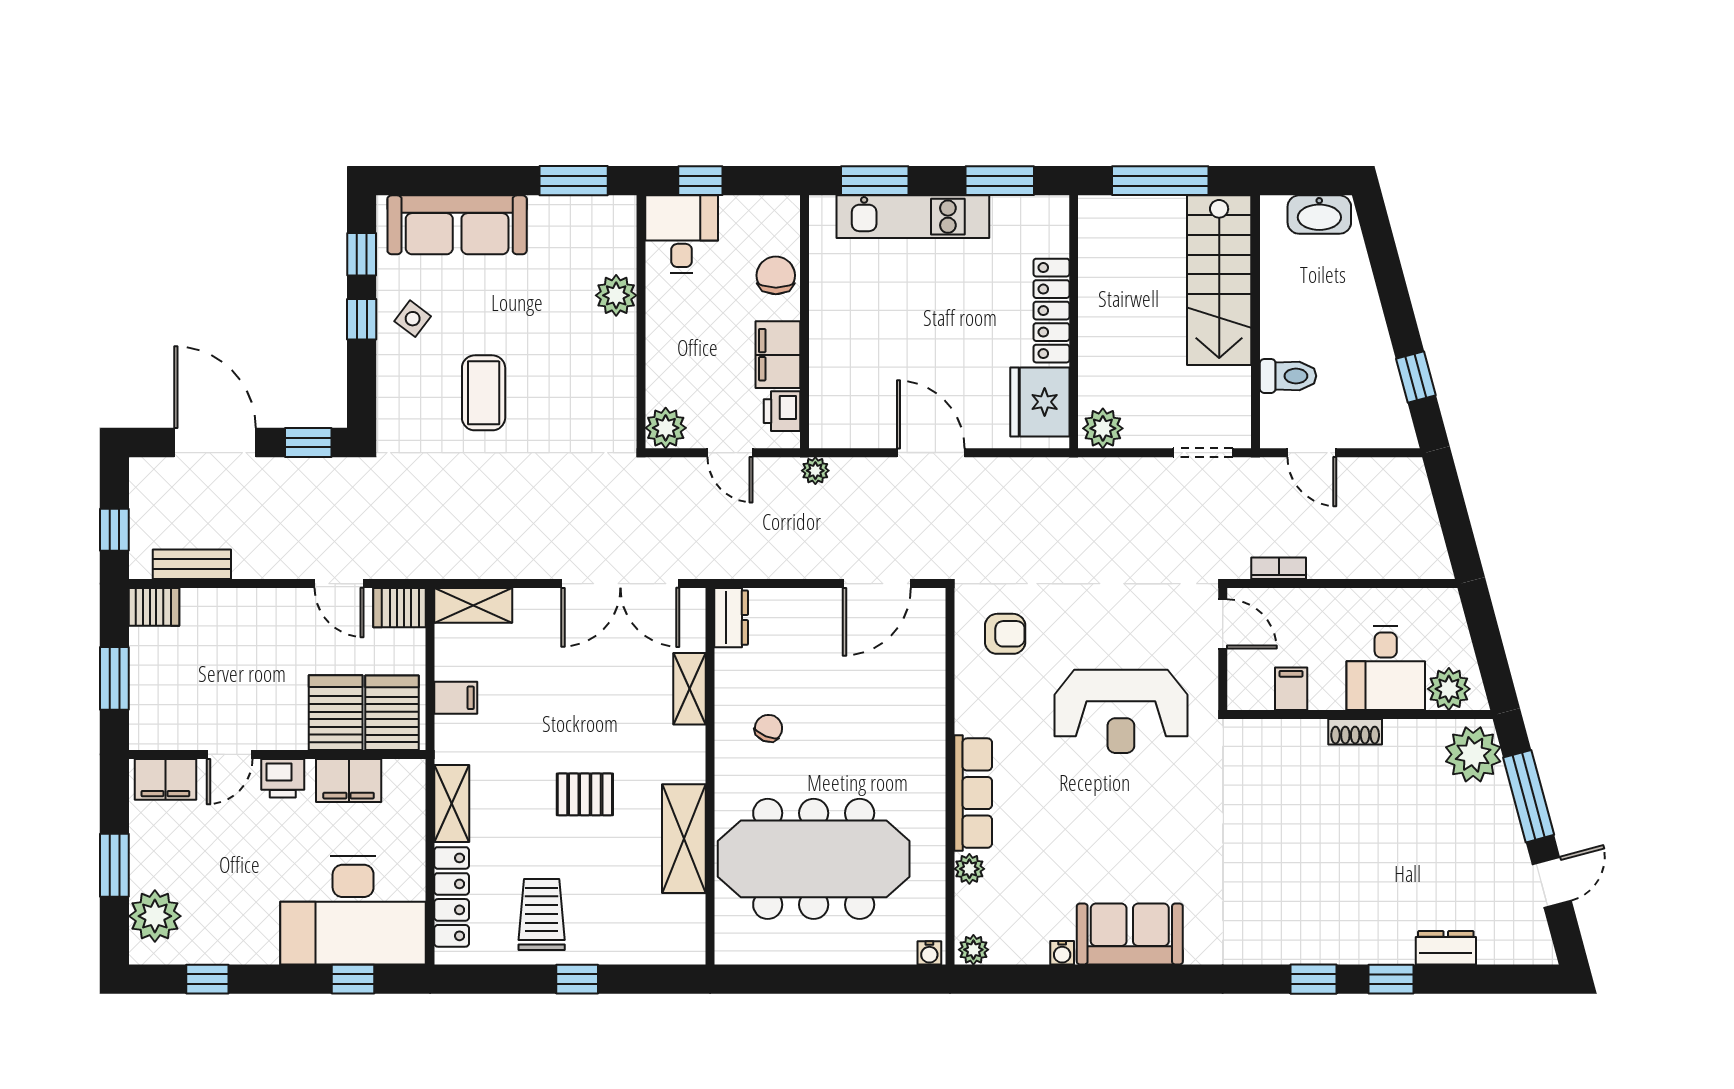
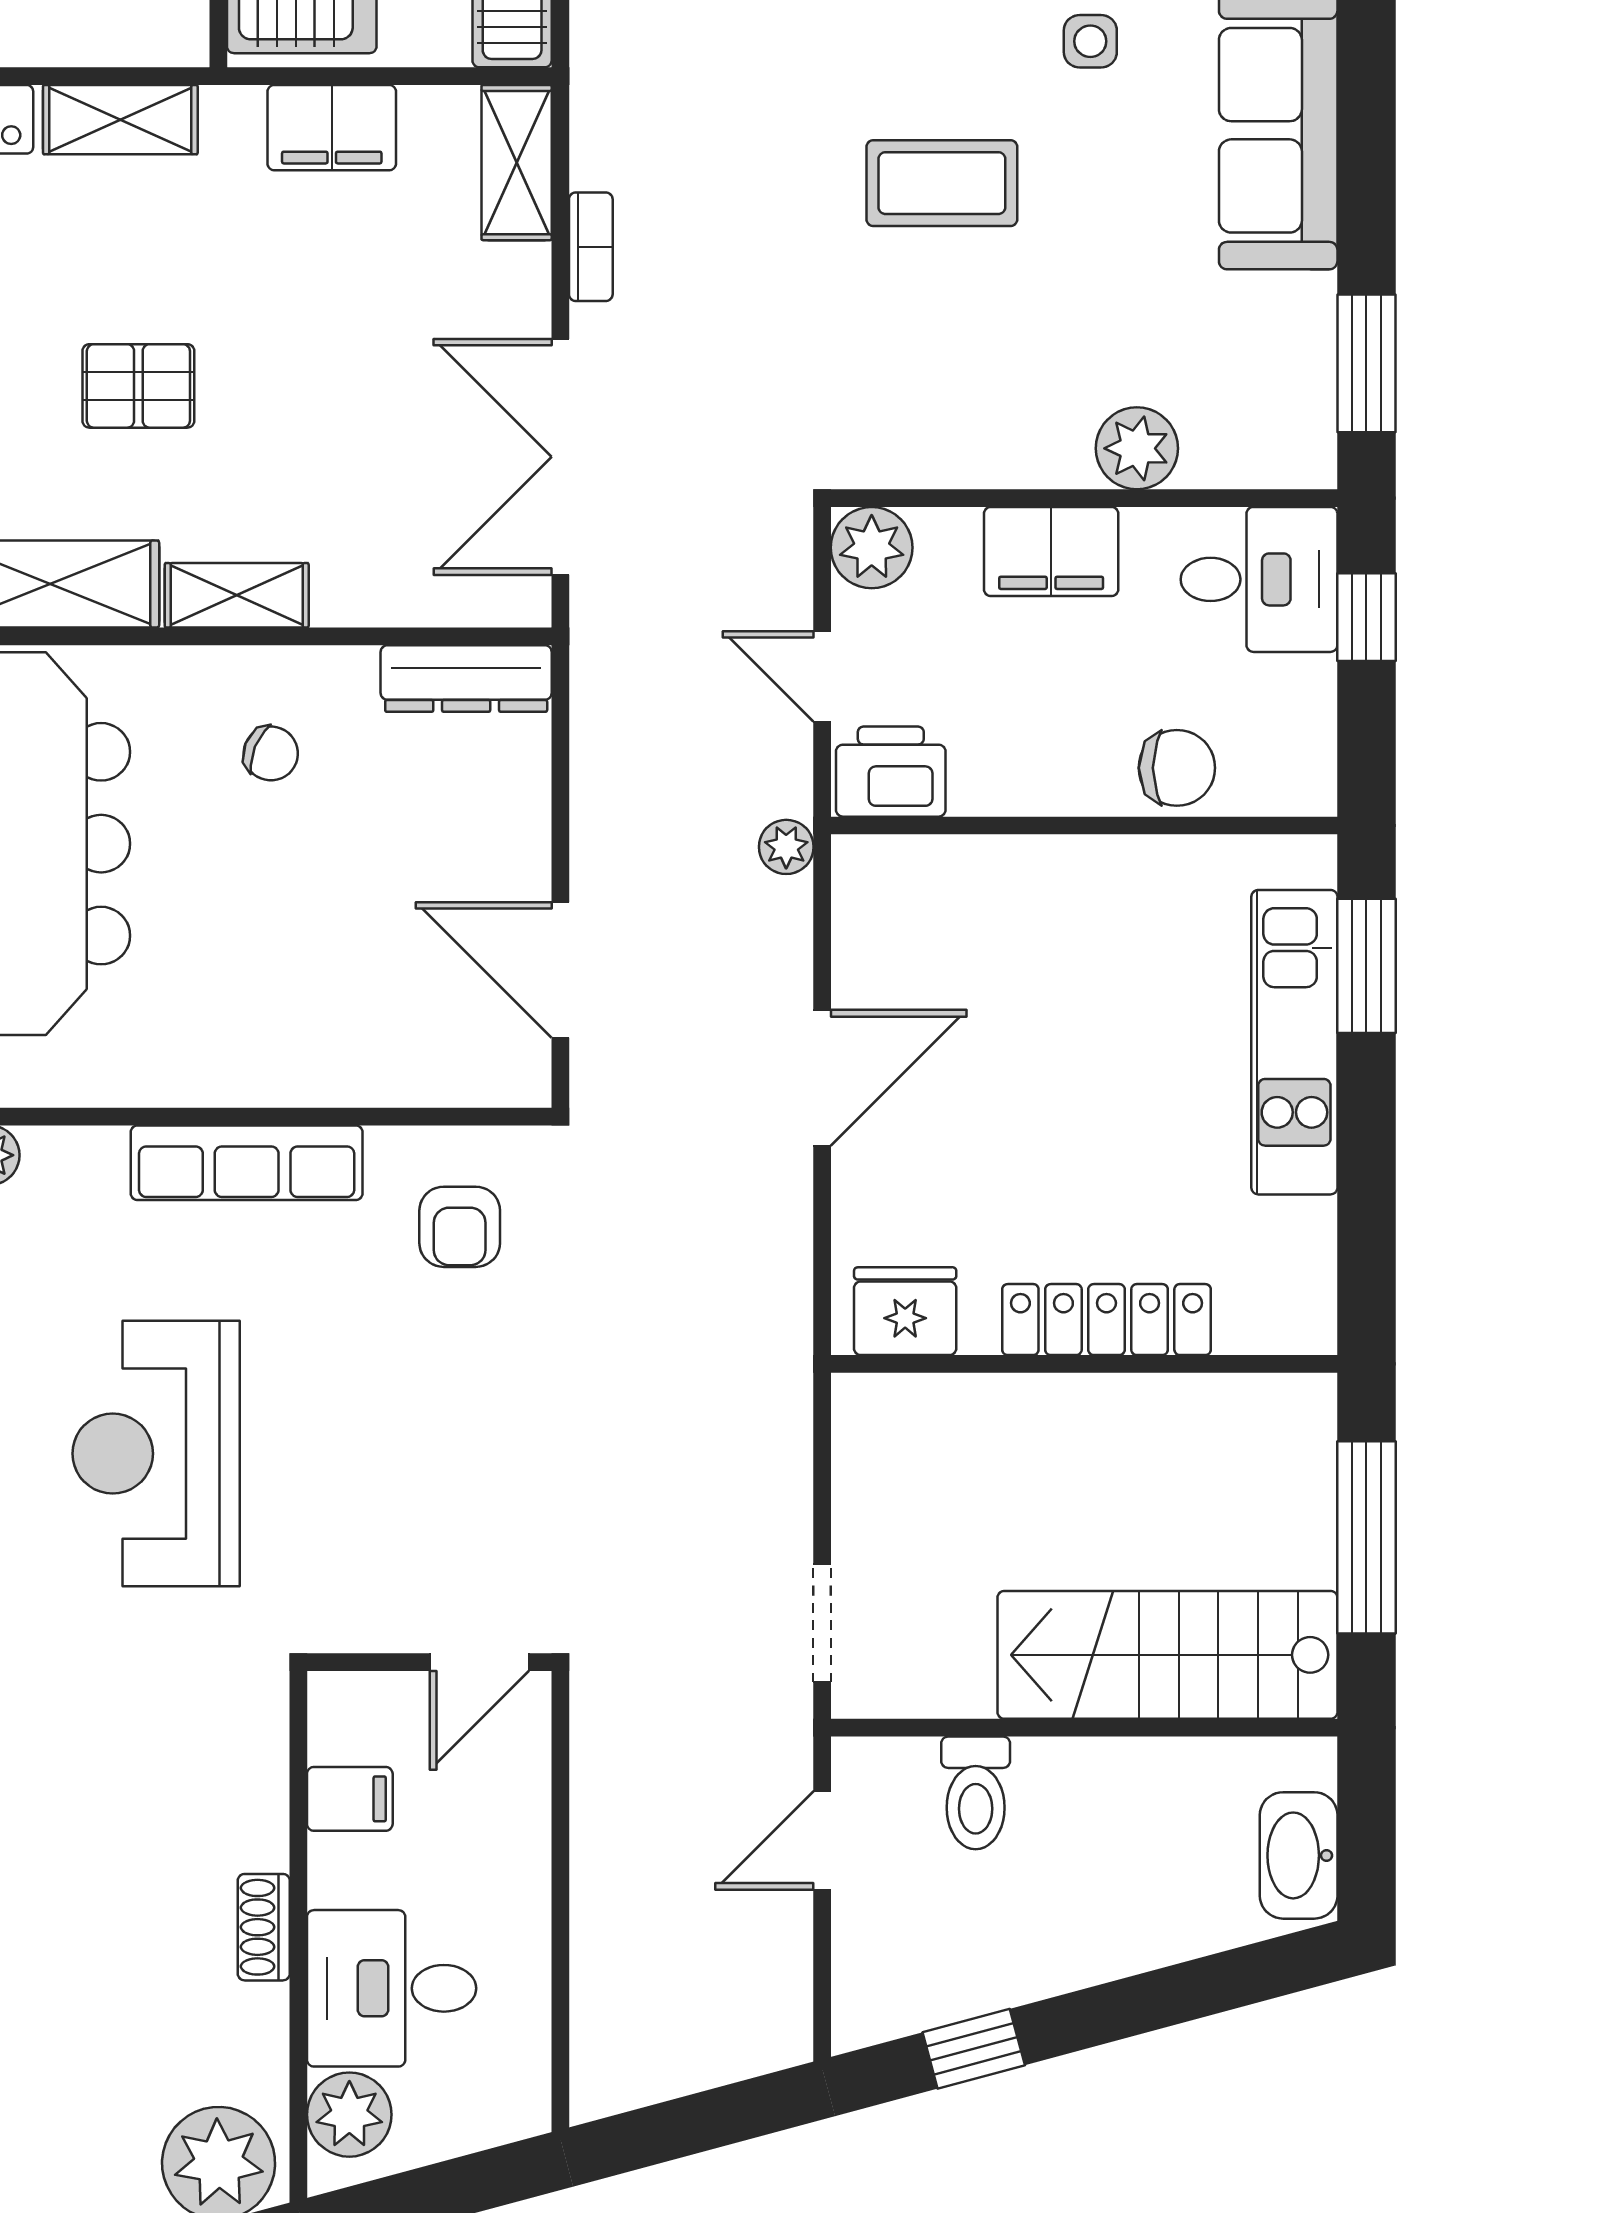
window: (1000, 181) -> (1366, 1216), removed
side table: (413, 319) -> (1090, 41), turned -37
filing cabinet: (778, 355) -> (1051, 552), moved, turned 180
fridge: (1040, 402) -> (905, 1311), width x0.73, depth x0.75
printer: (782, 411) -> (891, 772), width x1.36, depth x1.24
plant: (1103, 428) -> (871, 1422), removed
door: (730, 453) -> (822, 676), hinge flipped
bookcase: (1279, 568) -> (591, 247), moved
dresser: (731, 618) -> (466, 679), width x1.44
shelving: (690, 689) -> (237, 595), moved
filing cabinet: (456, 698) -> (332, 128), width x2.00
reception desk: (1121, 711) -> (156, 1454), moved
row of seats: (973, 793) -> (247, 1163), moved
pallet: (585, 794) -> (138, 386), turned 90

